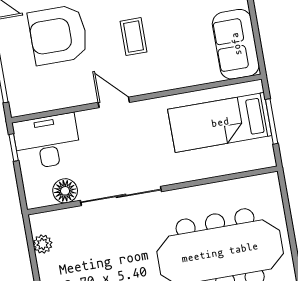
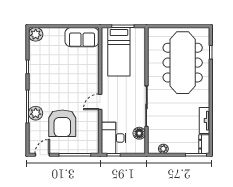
coffee table: (134, 37) -> (70, 87), removed

